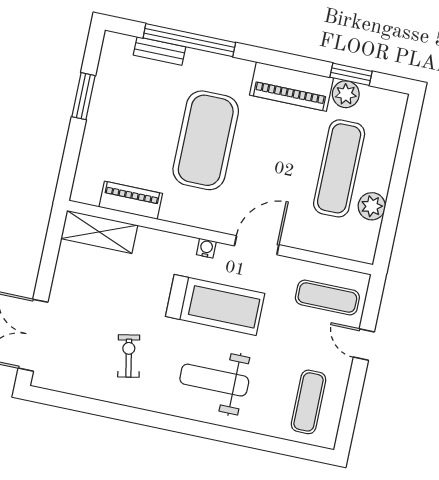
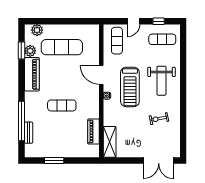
exercise mat: (206, 140) -> (62, 105), width x0.50, depth x0.69
plant: (372, 206) -> (37, 30), moved
treadmill: (215, 305) -> (130, 87), turned 180
window: (352, 402) -> (159, 21), added

